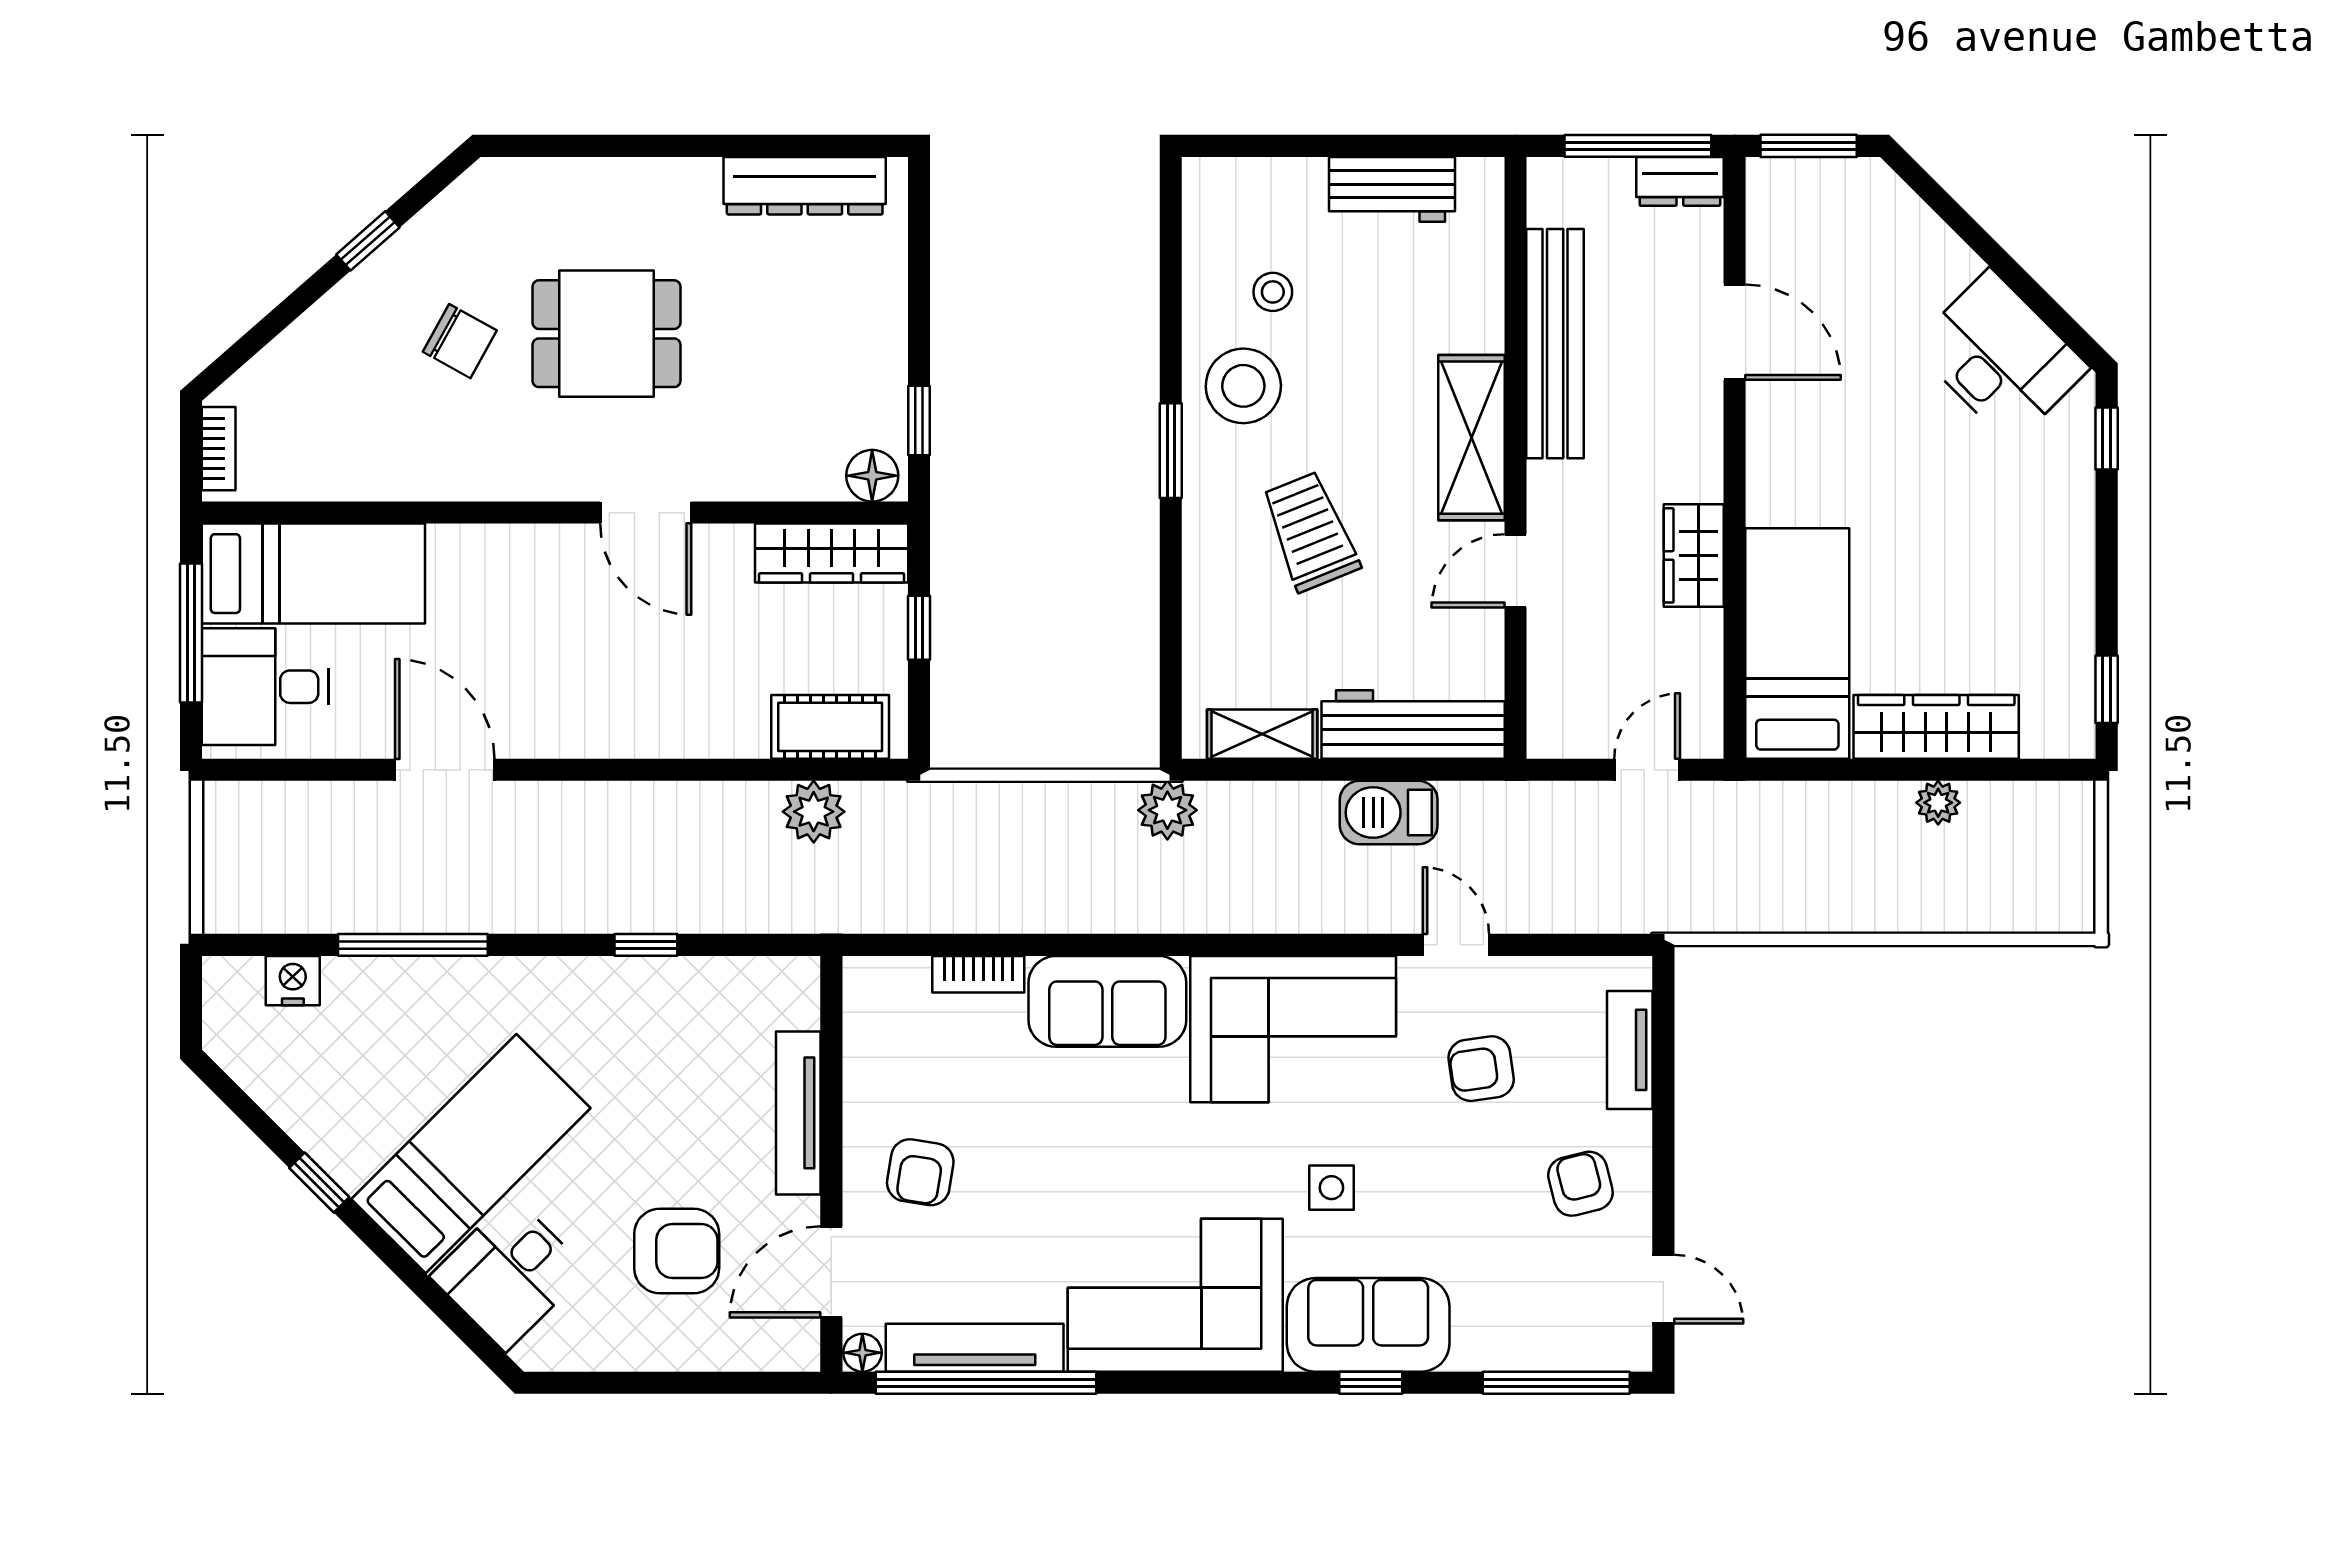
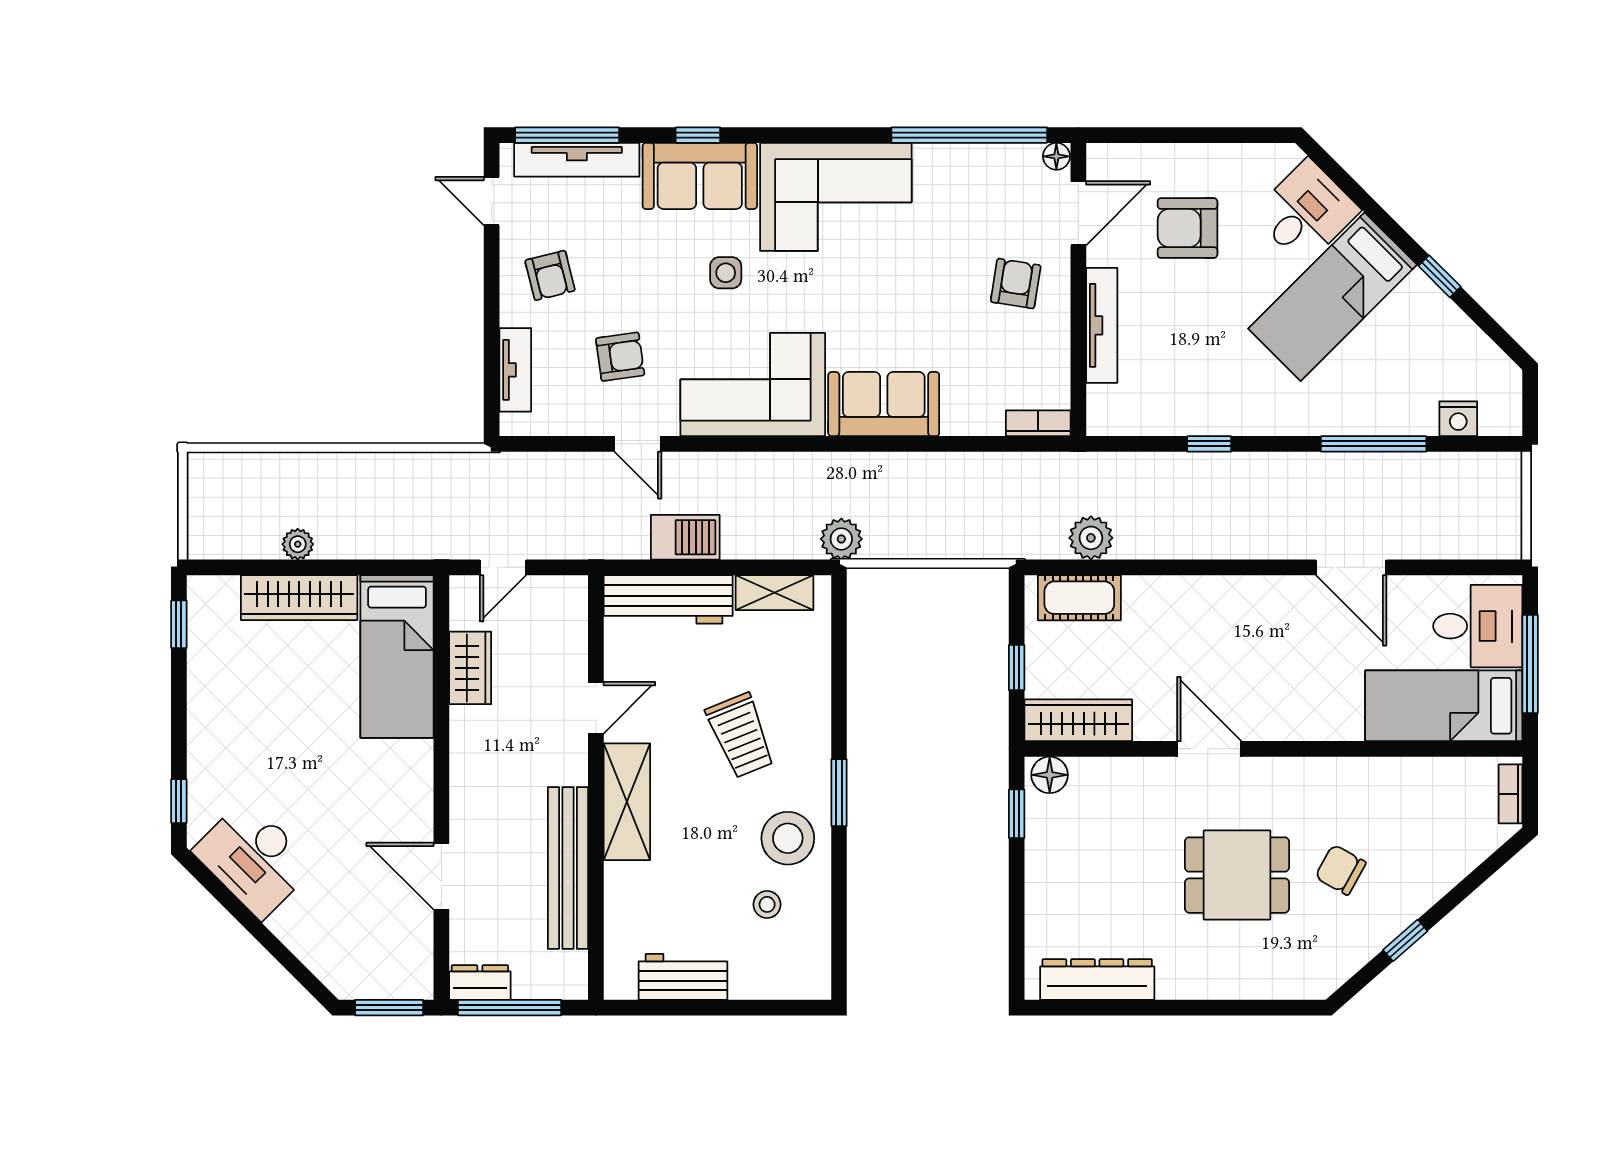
wardrobe: (1694, 555) -> (470, 668), moved
bookcase: (978, 974) -> (1038, 423), moved
tv unit: (975, 1348) -> (577, 160), moved

